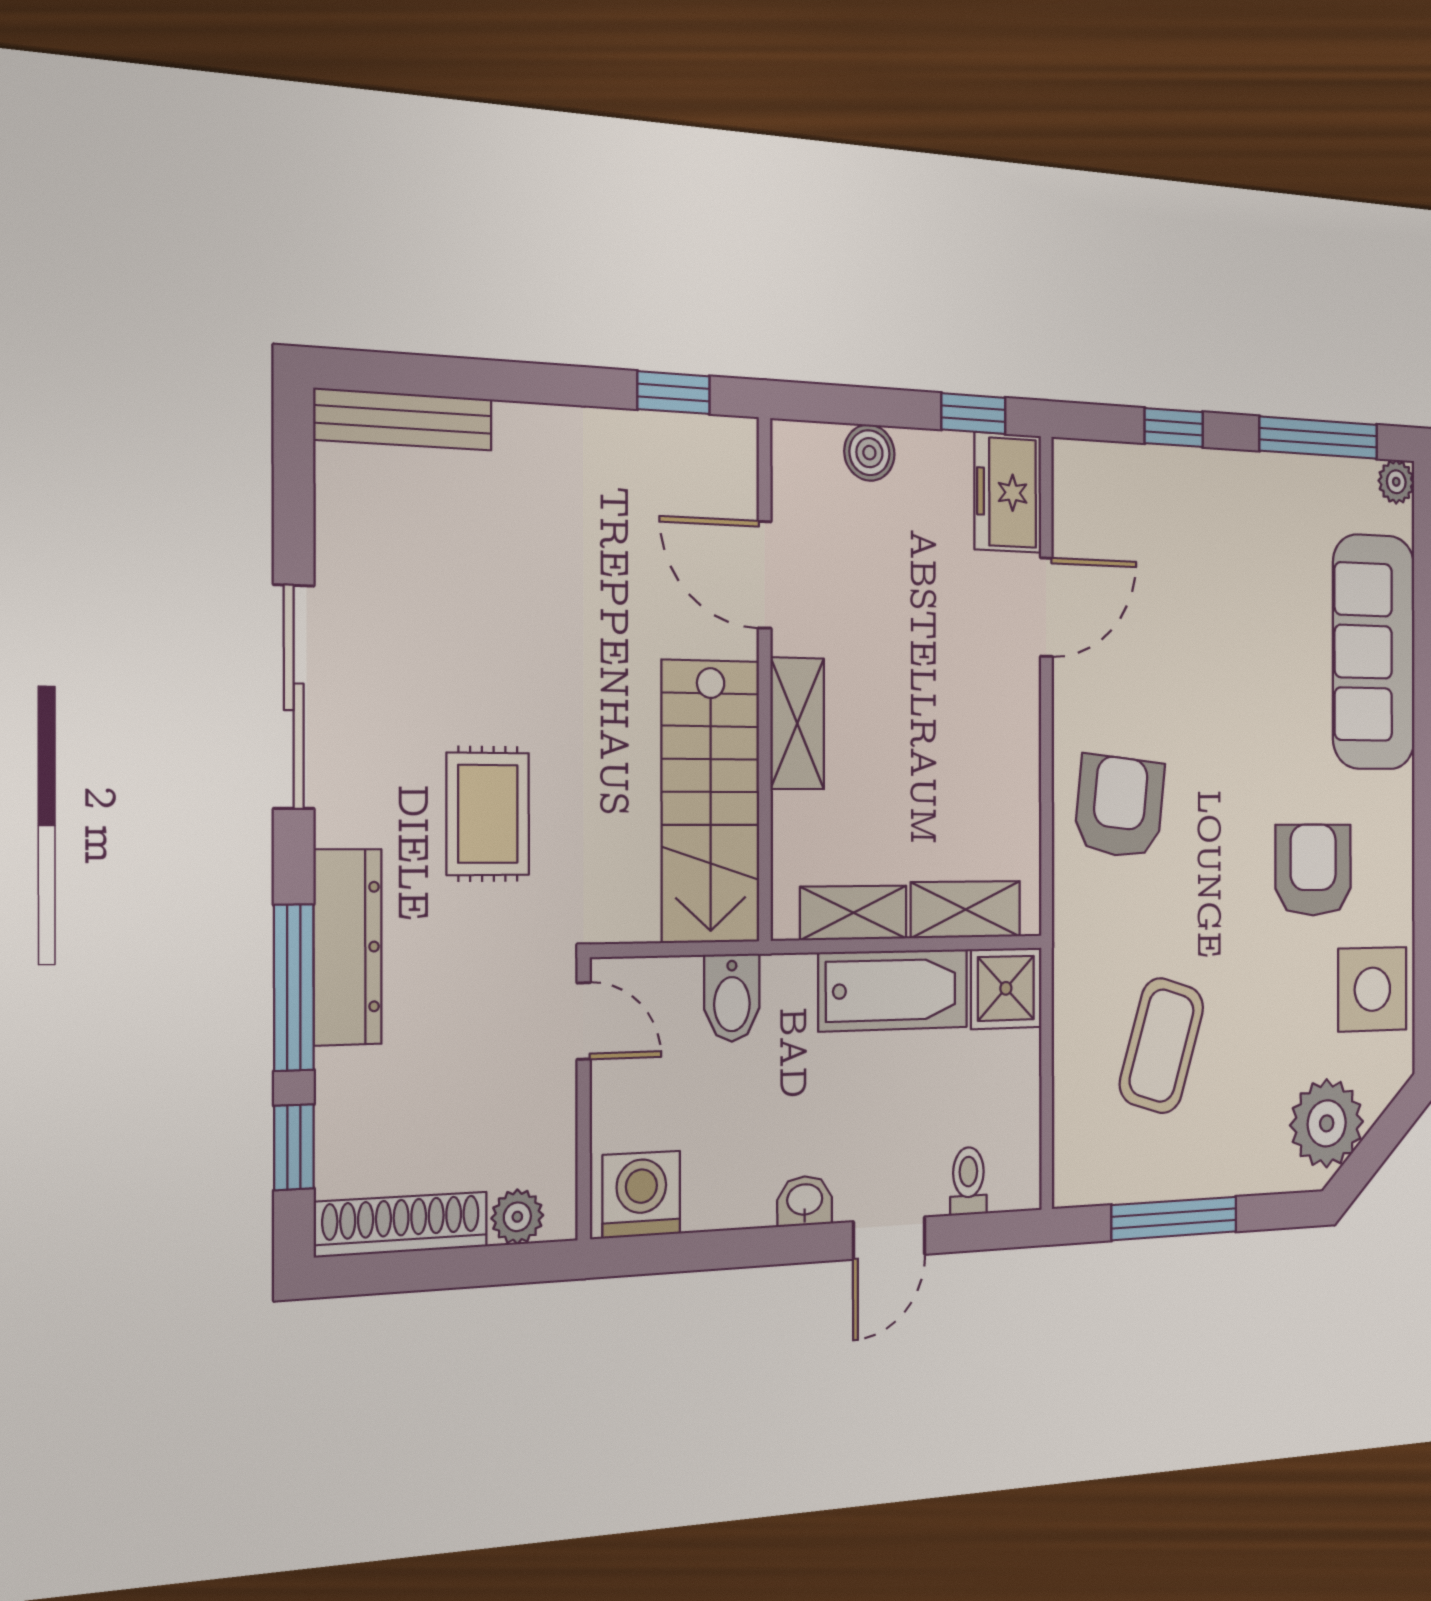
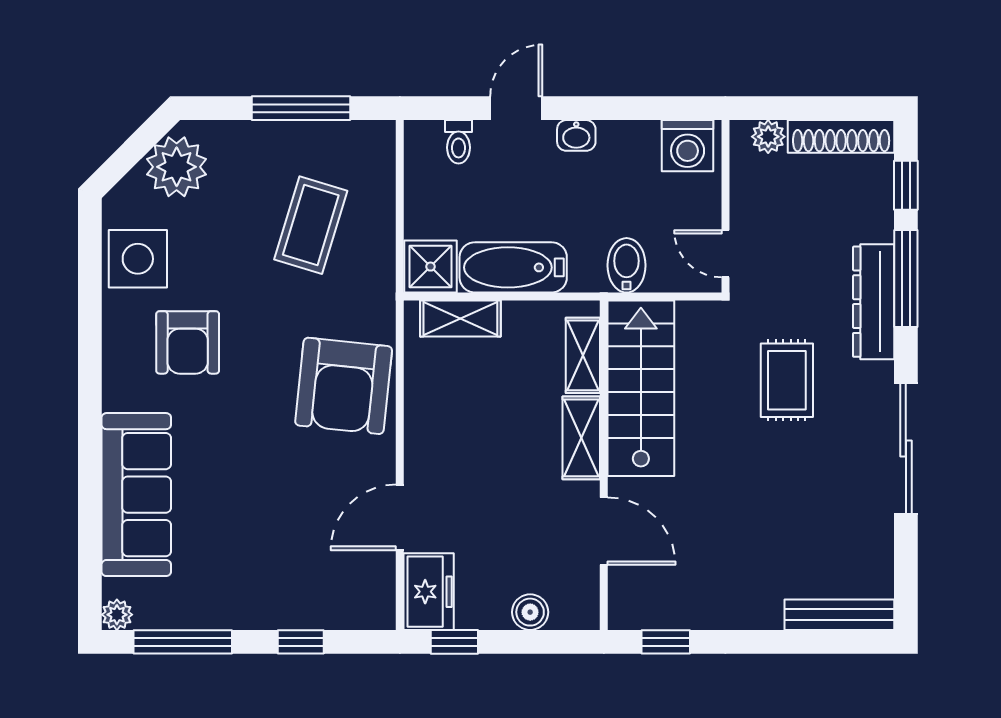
armchair: (1120, 807) -> (344, 386), width x1.36, depth x1.36
shelving: (854, 913) -> (583, 355), moved, turned 90

